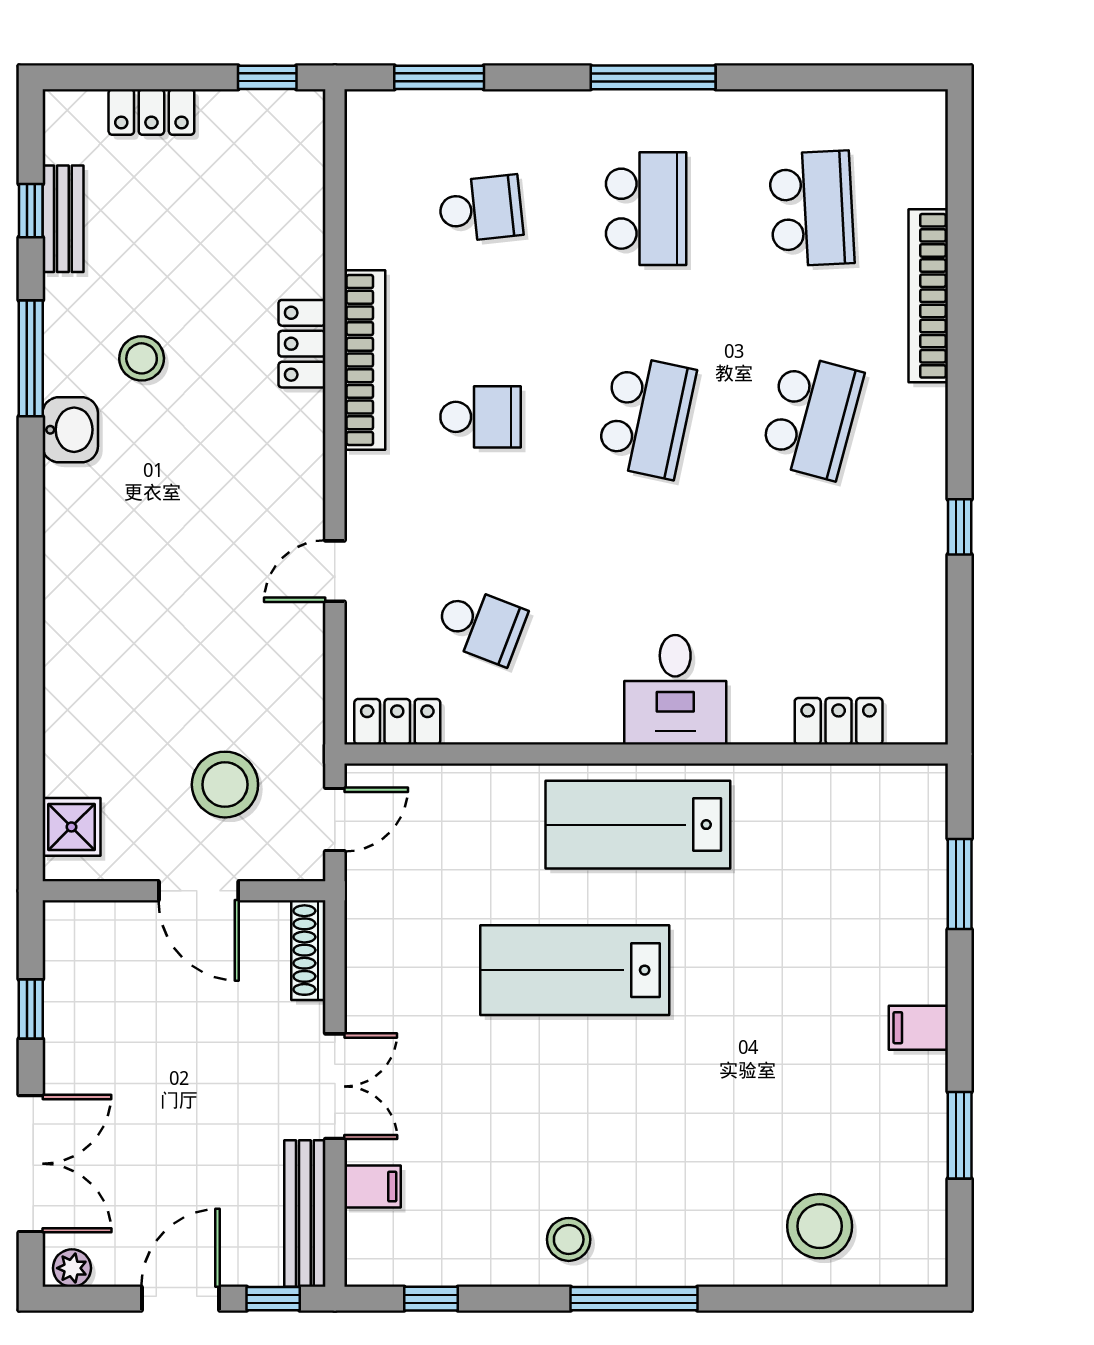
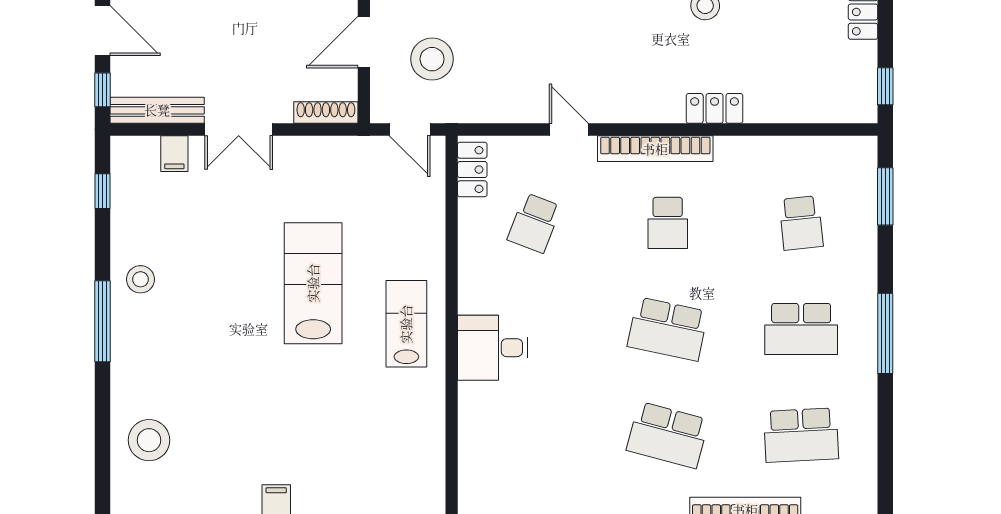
bookcase: (365, 360) -> (655, 149), moved
locker: (839, 721) -> (473, 452), removed
lab bench: (638, 825) -> (406, 324), width x0.73, depth x0.72

